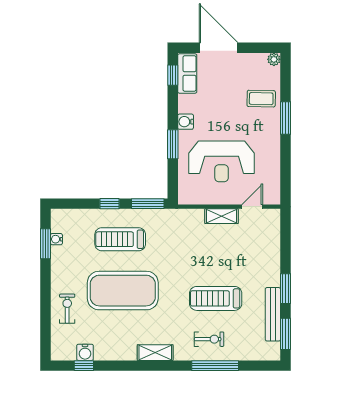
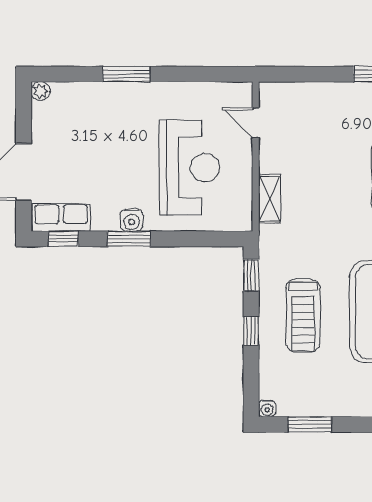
coffee table: (261, 99) -> (98, 110), removed
window: (173, 144) -> (129, 239), moved
window: (148, 204) -> (251, 275), width x0.67
shelving: (222, 216) -> (269, 199), moved
water cooler: (56, 239) -> (267, 409), moved

